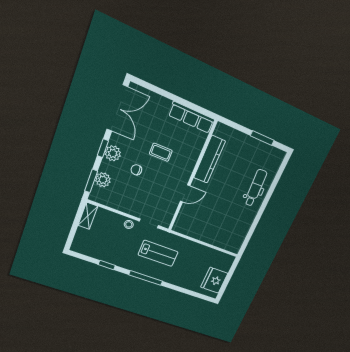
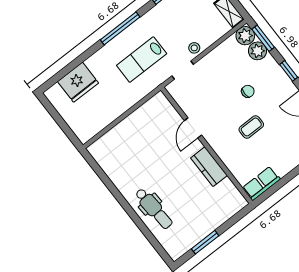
row of seats: (192, 117) -> (261, 183), width x0.68
plant: (113, 153) -> (245, 36), moved
kitchen counter: (209, 159) -> (209, 167), width x0.67
fridge: (214, 280) -> (78, 82), moved, turned 90

